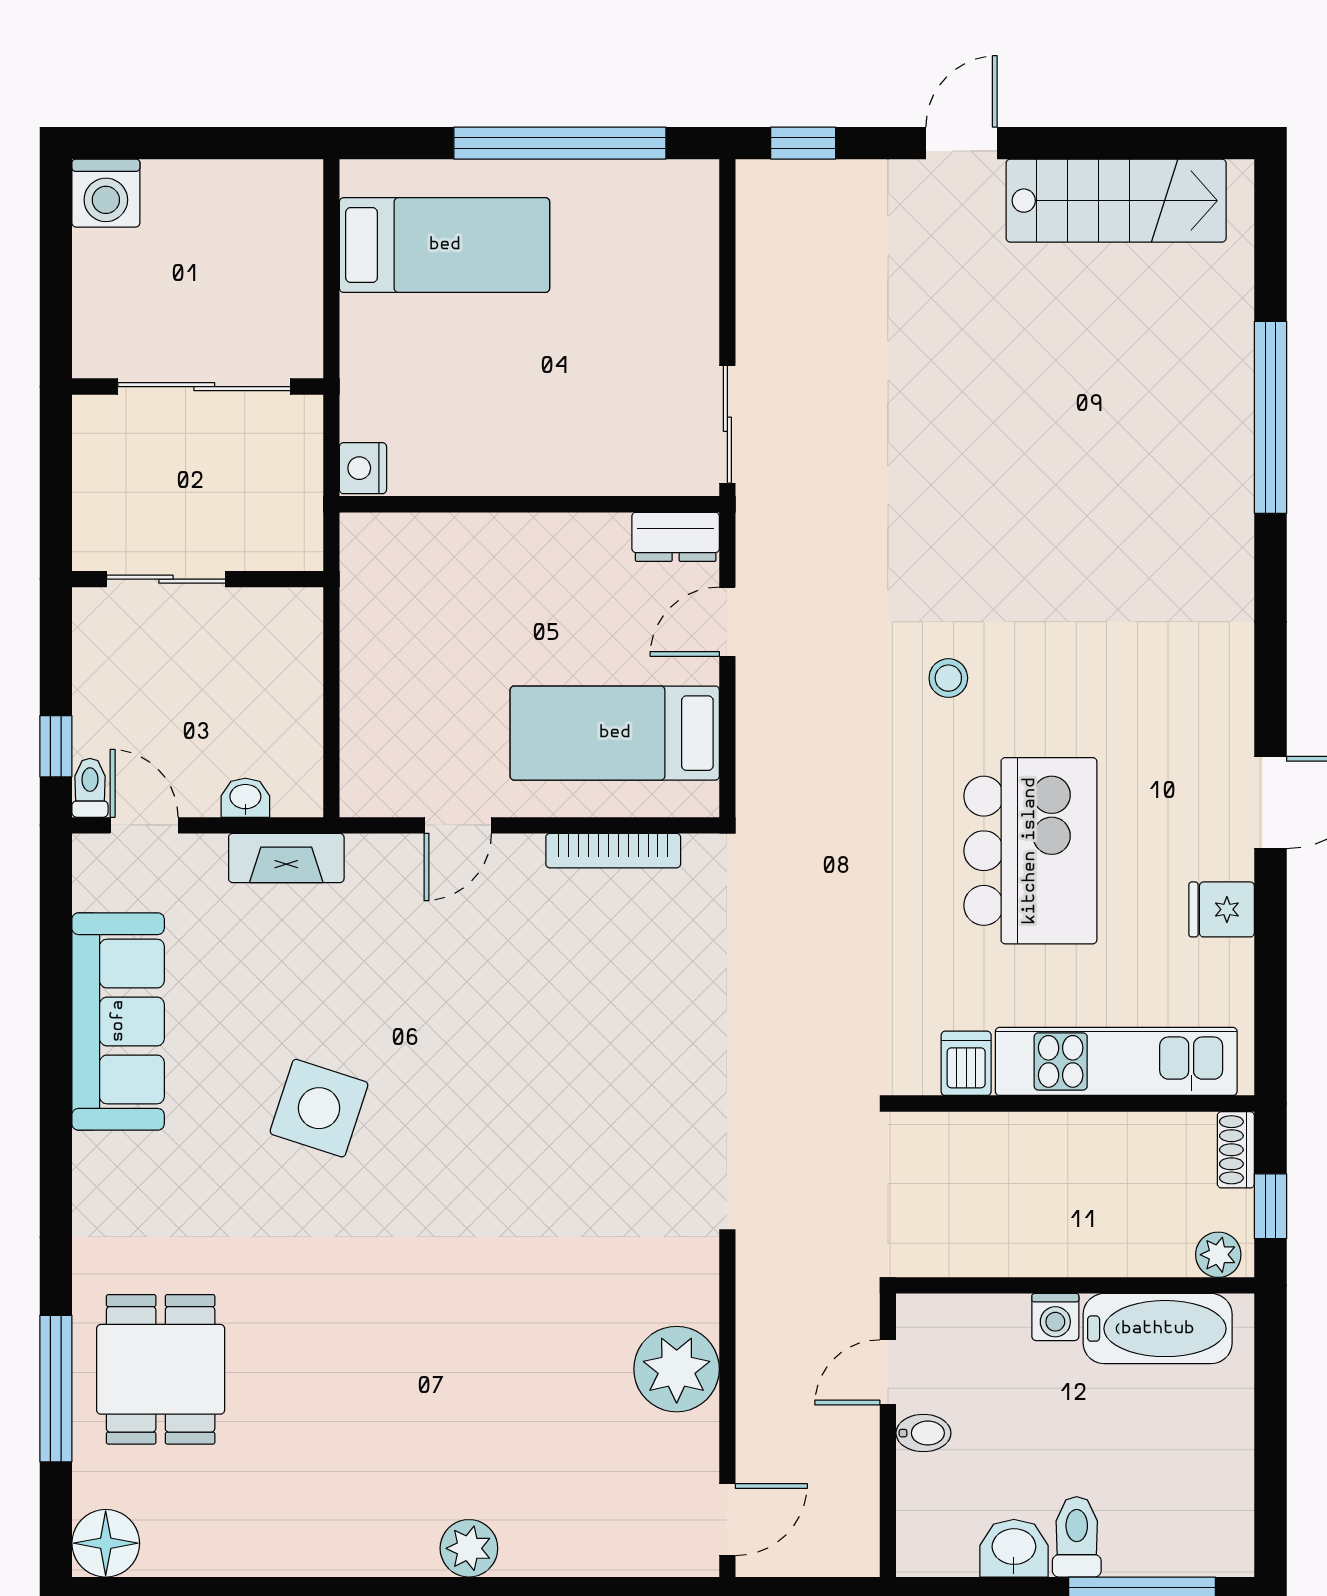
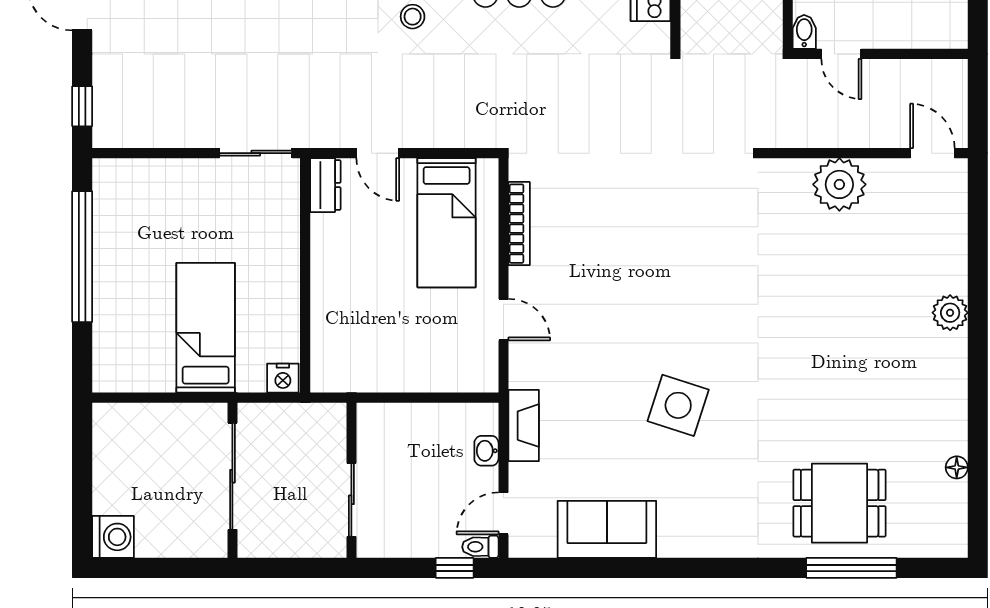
bed: (445, 245) -> (206, 328), moved
sofa: (118, 1021) -> (607, 529), width x0.73
bidet: (923, 1433) -> (804, 32), moved
floor lamp: (106, 1543) -> (957, 467), moved, width x0.53, depth x0.53

